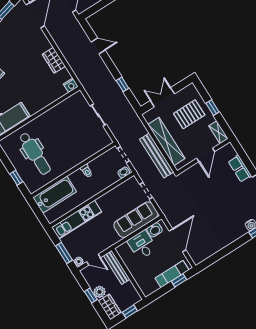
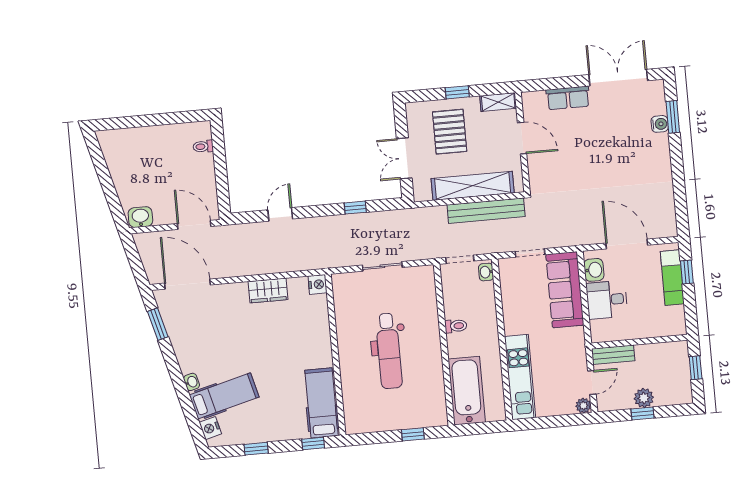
dental chair: (35, 154) -> (389, 351), moved, turned 90
window: (64, 253) -> (560, 421), removed
bench: (117, 267) -> (613, 355), width x0.73
wardrobe: (110, 307) -> (674, 394), removed

